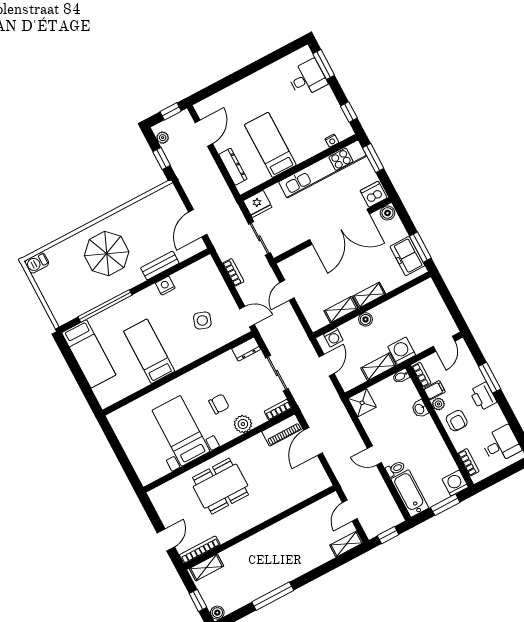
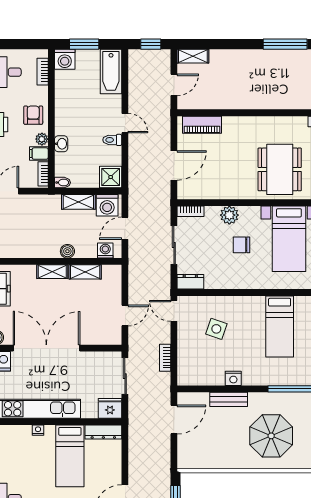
nightstand: (332, 141) -> (38, 430), moved
dresser: (233, 167) -> (103, 432), moved, turned -90
washing machine: (402, 351) -> (107, 205), moved
piano: (282, 430) -> (202, 125), moved, turned 180
toilet: (395, 469) -> (112, 140), moved
dining table: (220, 486) -> (280, 169), turned 90

